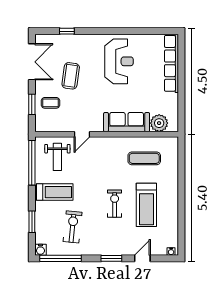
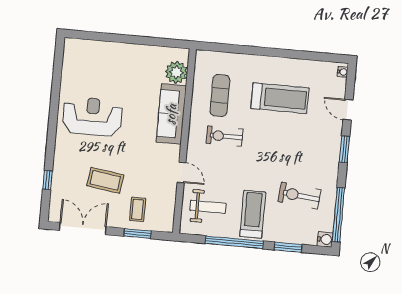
row of seats: (171, 63) -> (101, 49), removed
window: (32, 163) -> (234, 242), moved
exercise bike: (115, 204) -> (225, 136), moved

